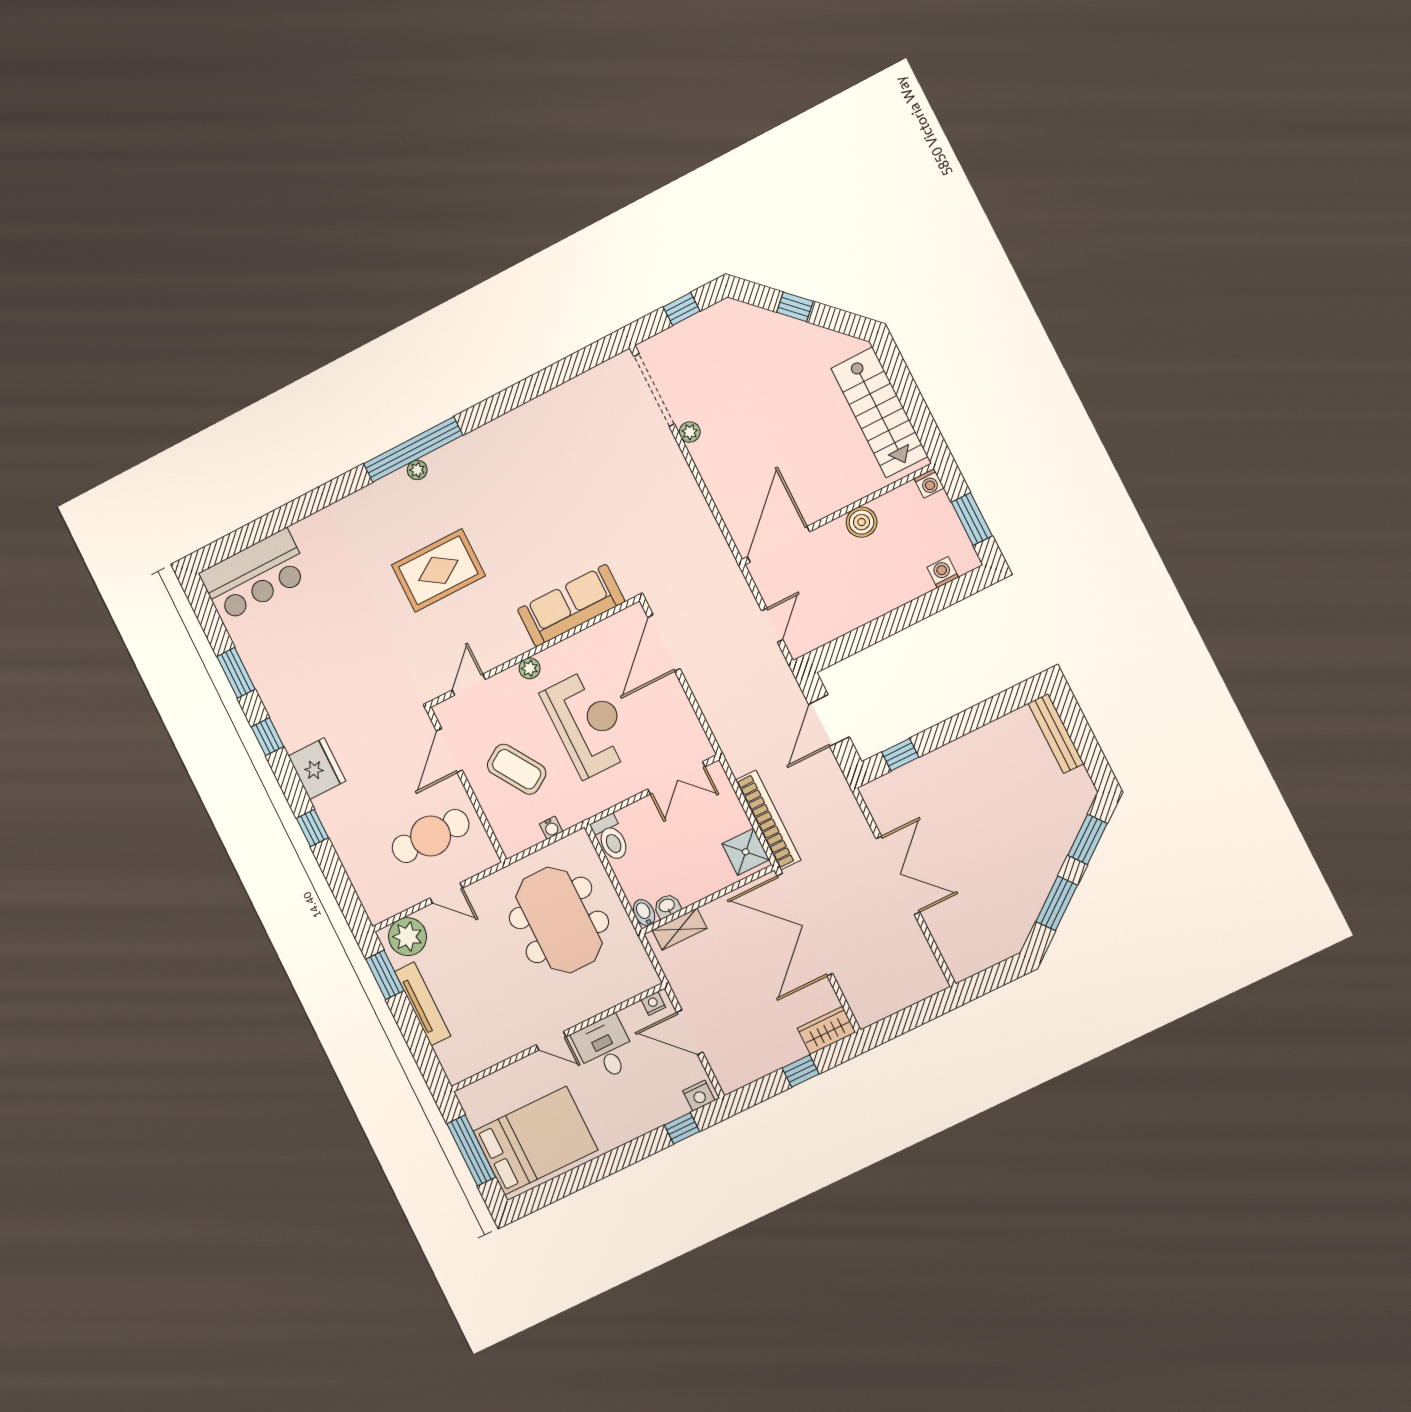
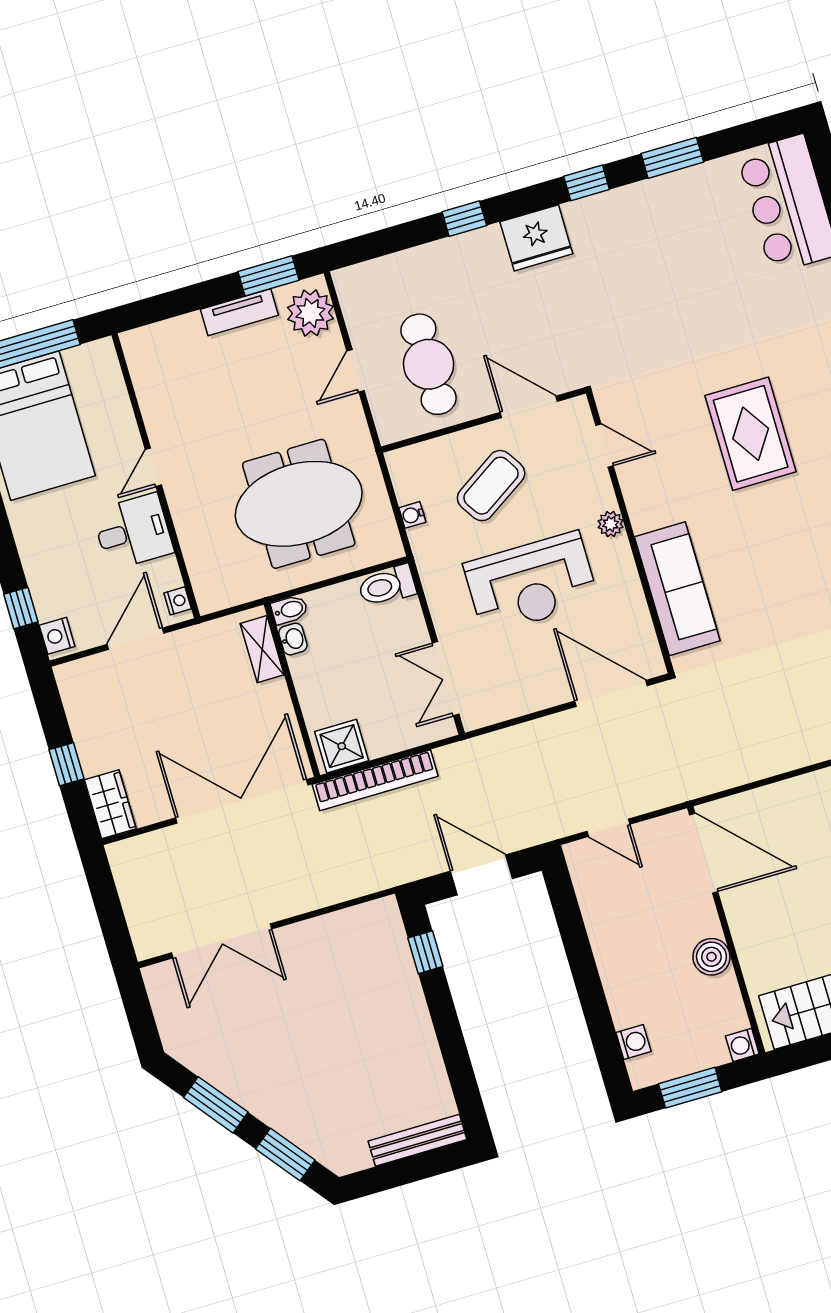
double door: (898, 875) -> (221, 941), moved
tv unit: (423, 1004) -> (239, 312), width x0.71

